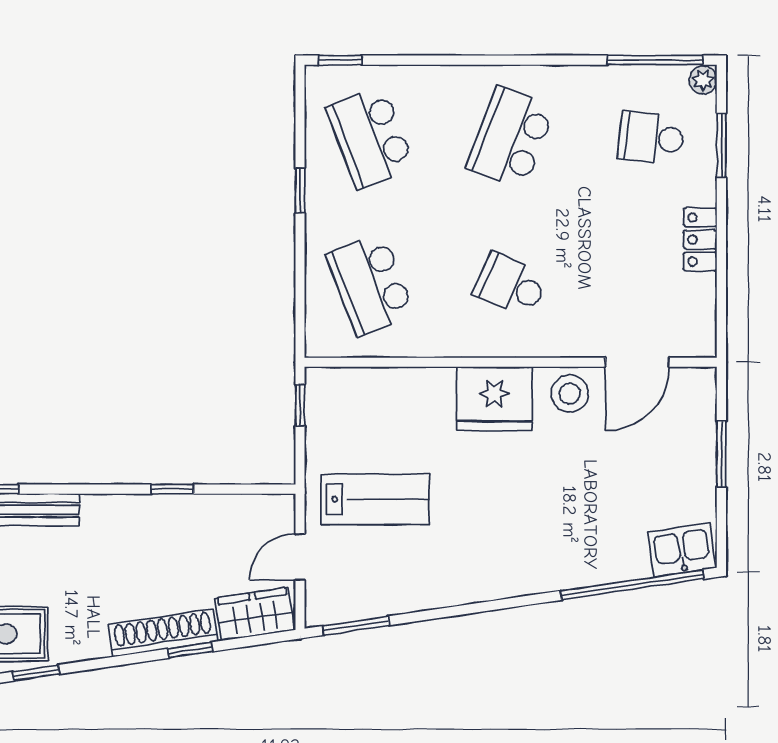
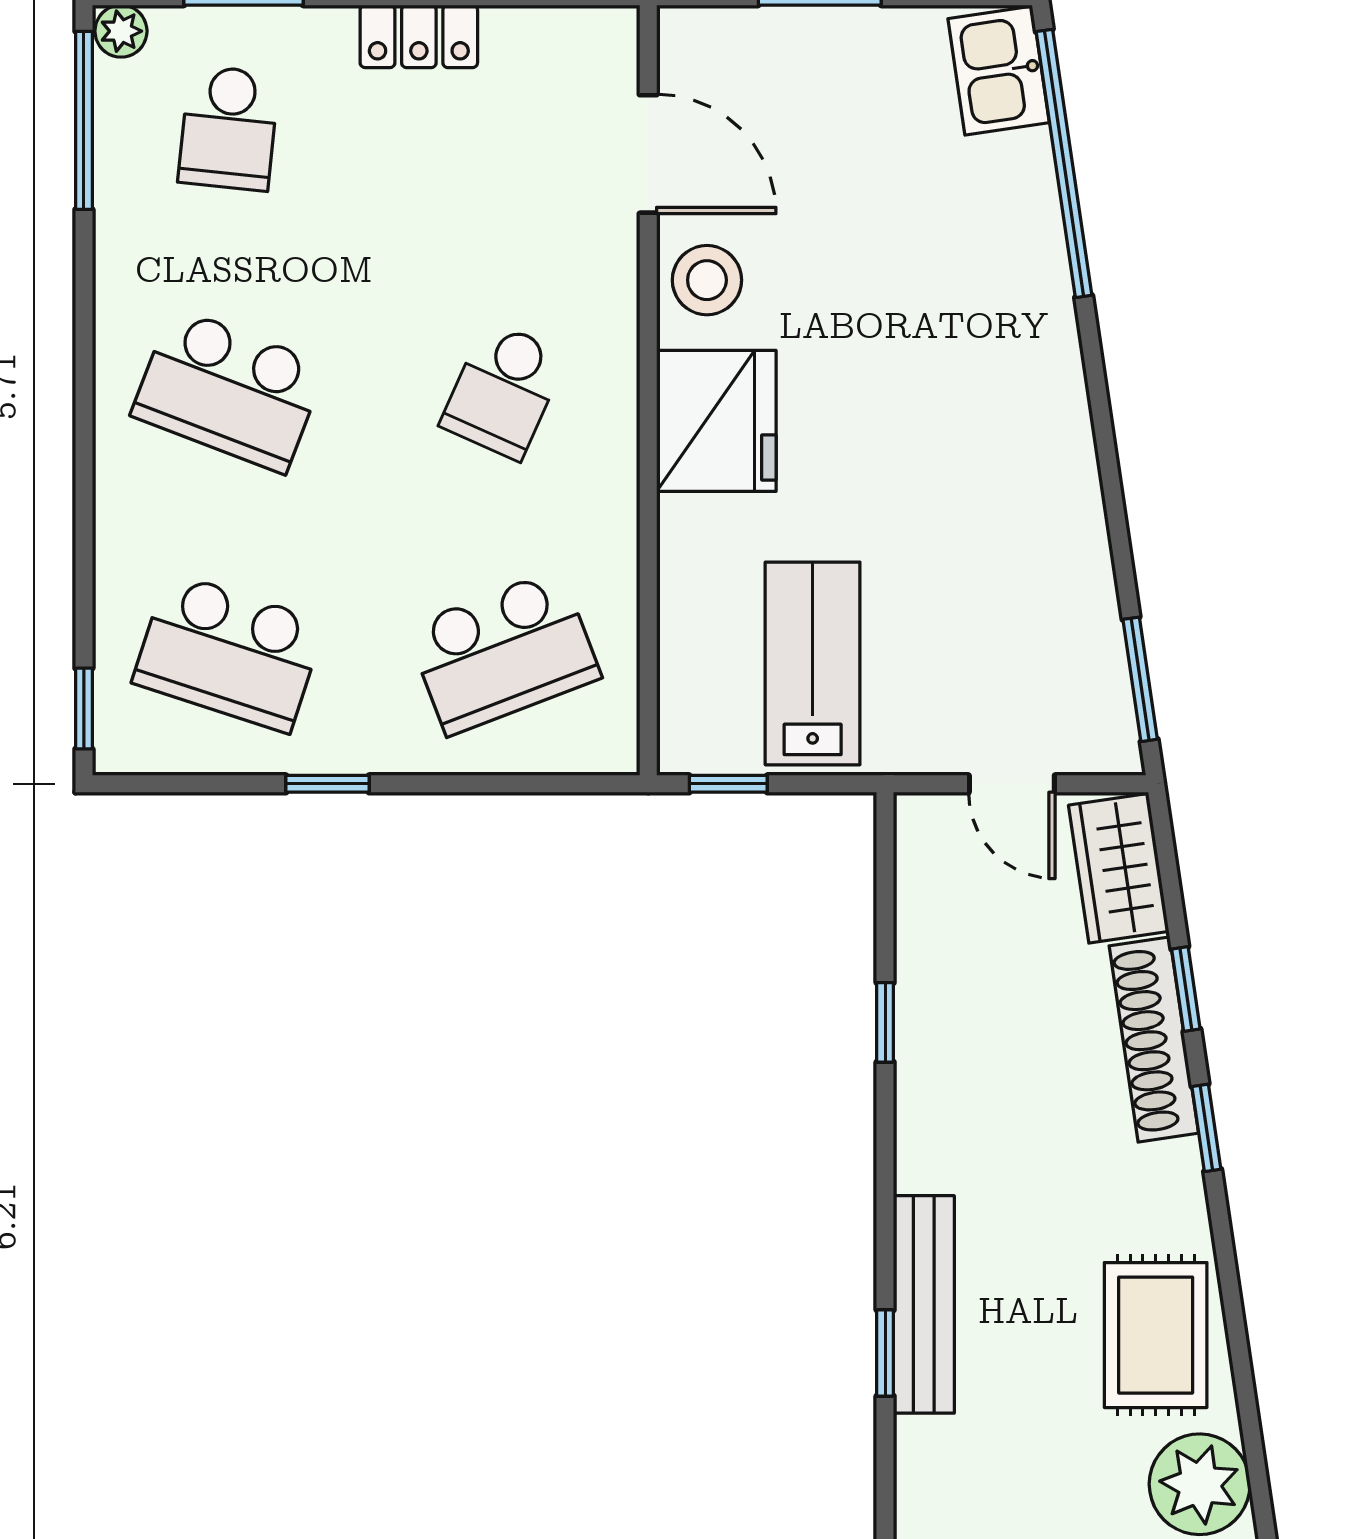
school desk: (370, 138) -> (229, 652), turned 39
lab bench: (375, 499) -> (813, 663), moved
window: (36, 673) -> (1206, 1128), moved

